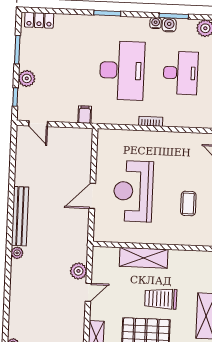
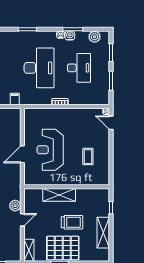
trolley: (161, 299) -> (72, 222), turned 180

